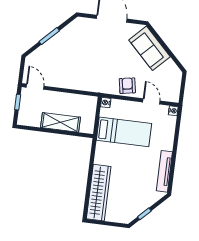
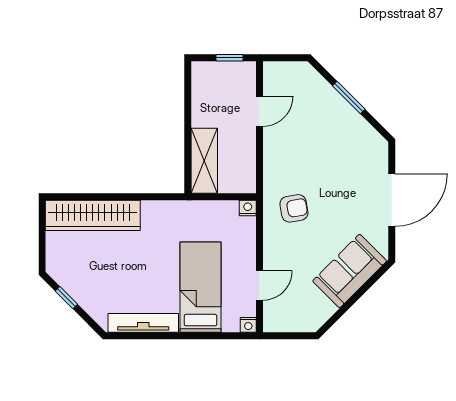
armchair: (127, 86) -> (294, 208), moved
door: (35, 87) -> (260, 111), moved
shelving: (60, 122) -> (204, 161), moved
bed: (124, 132) -> (201, 287), moved, turned 180

